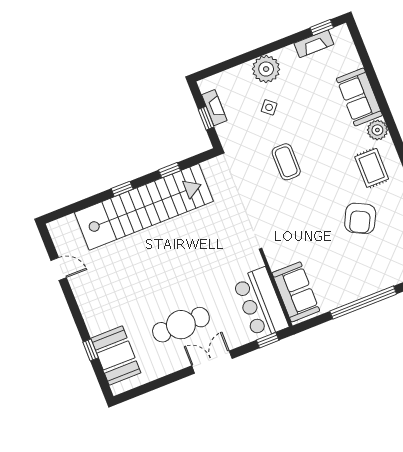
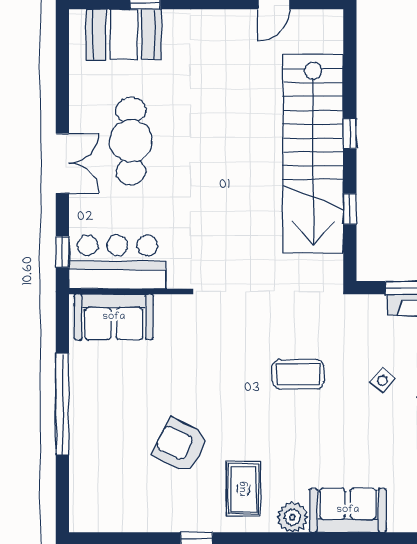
rug: (372, 168) -> (243, 489), turned 90

